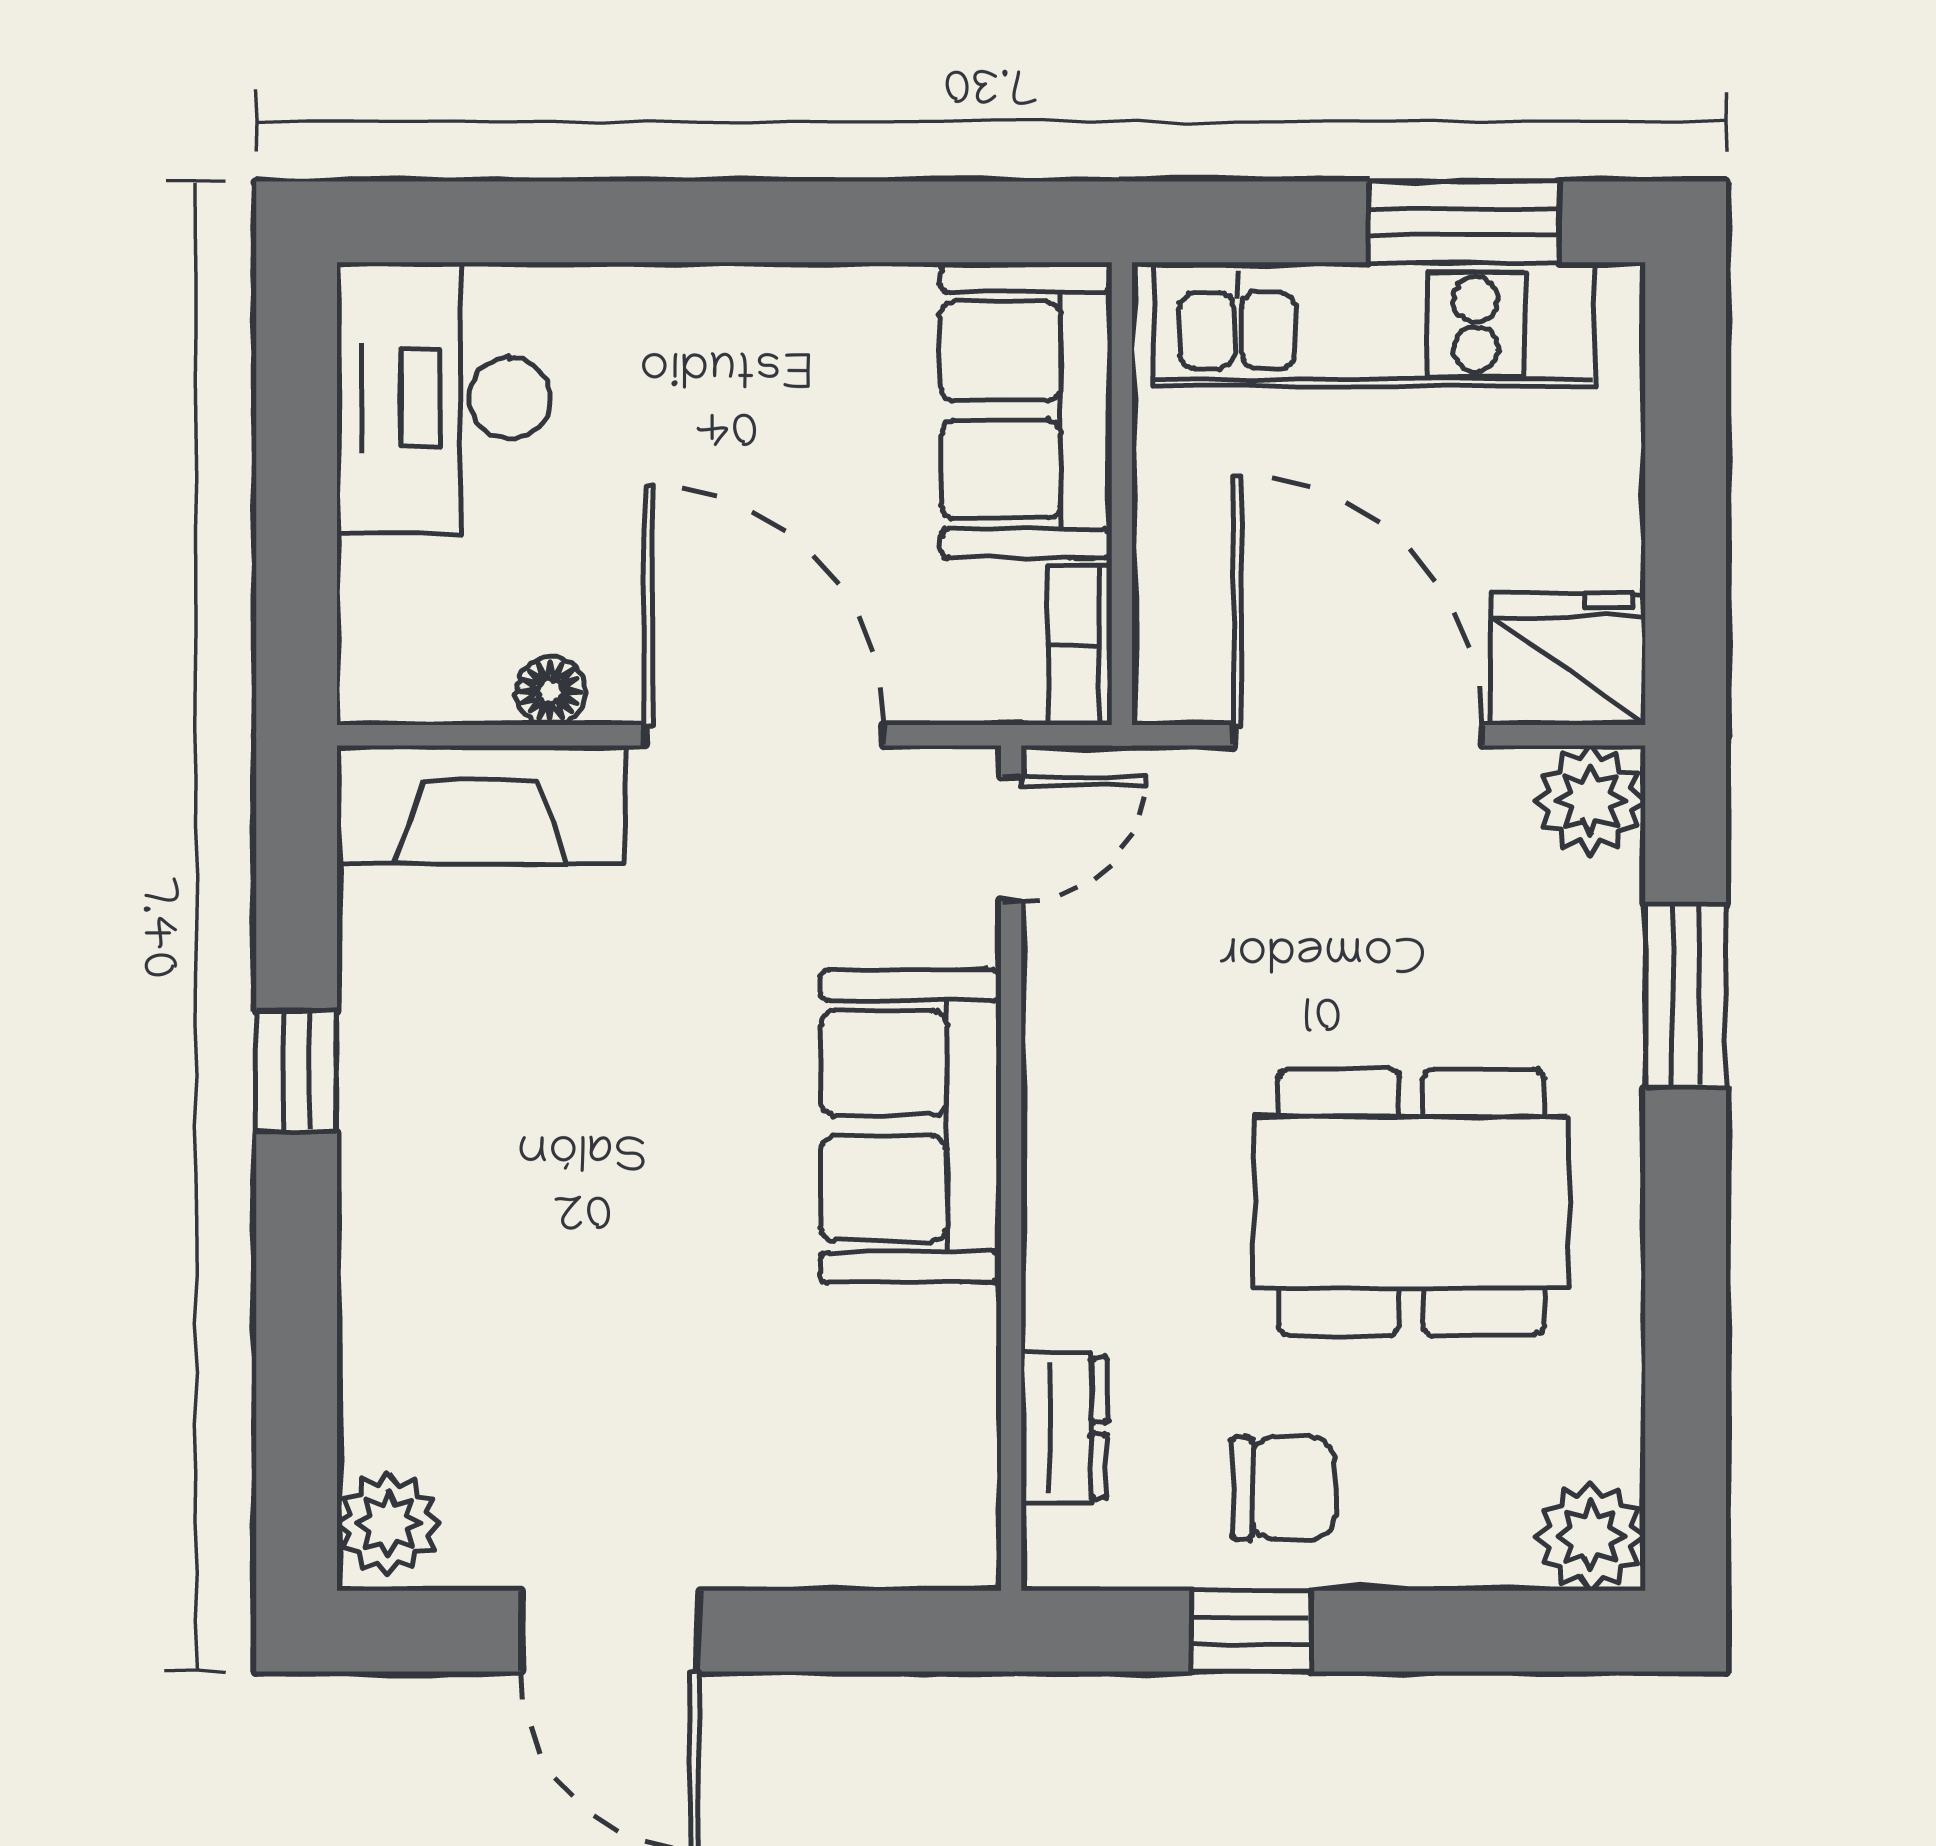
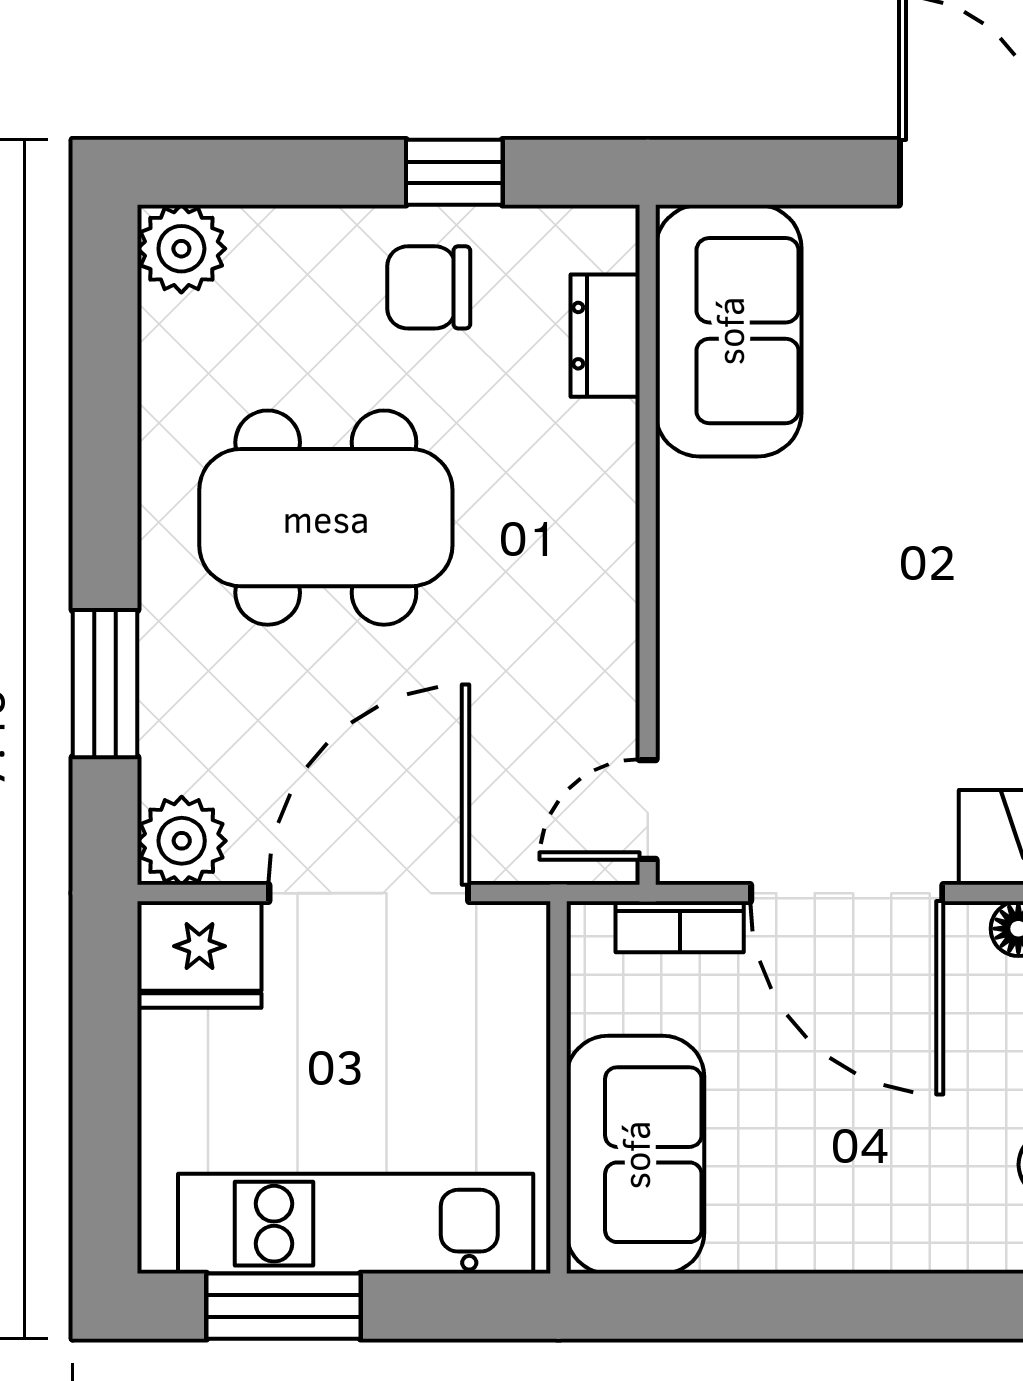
bookcase: (1080, 646) -> (680, 927), moved, turned 90
door: (1358, 735) -> (369, 893), swing flipped
sofa: (911, 1126) -> (729, 331), moved

